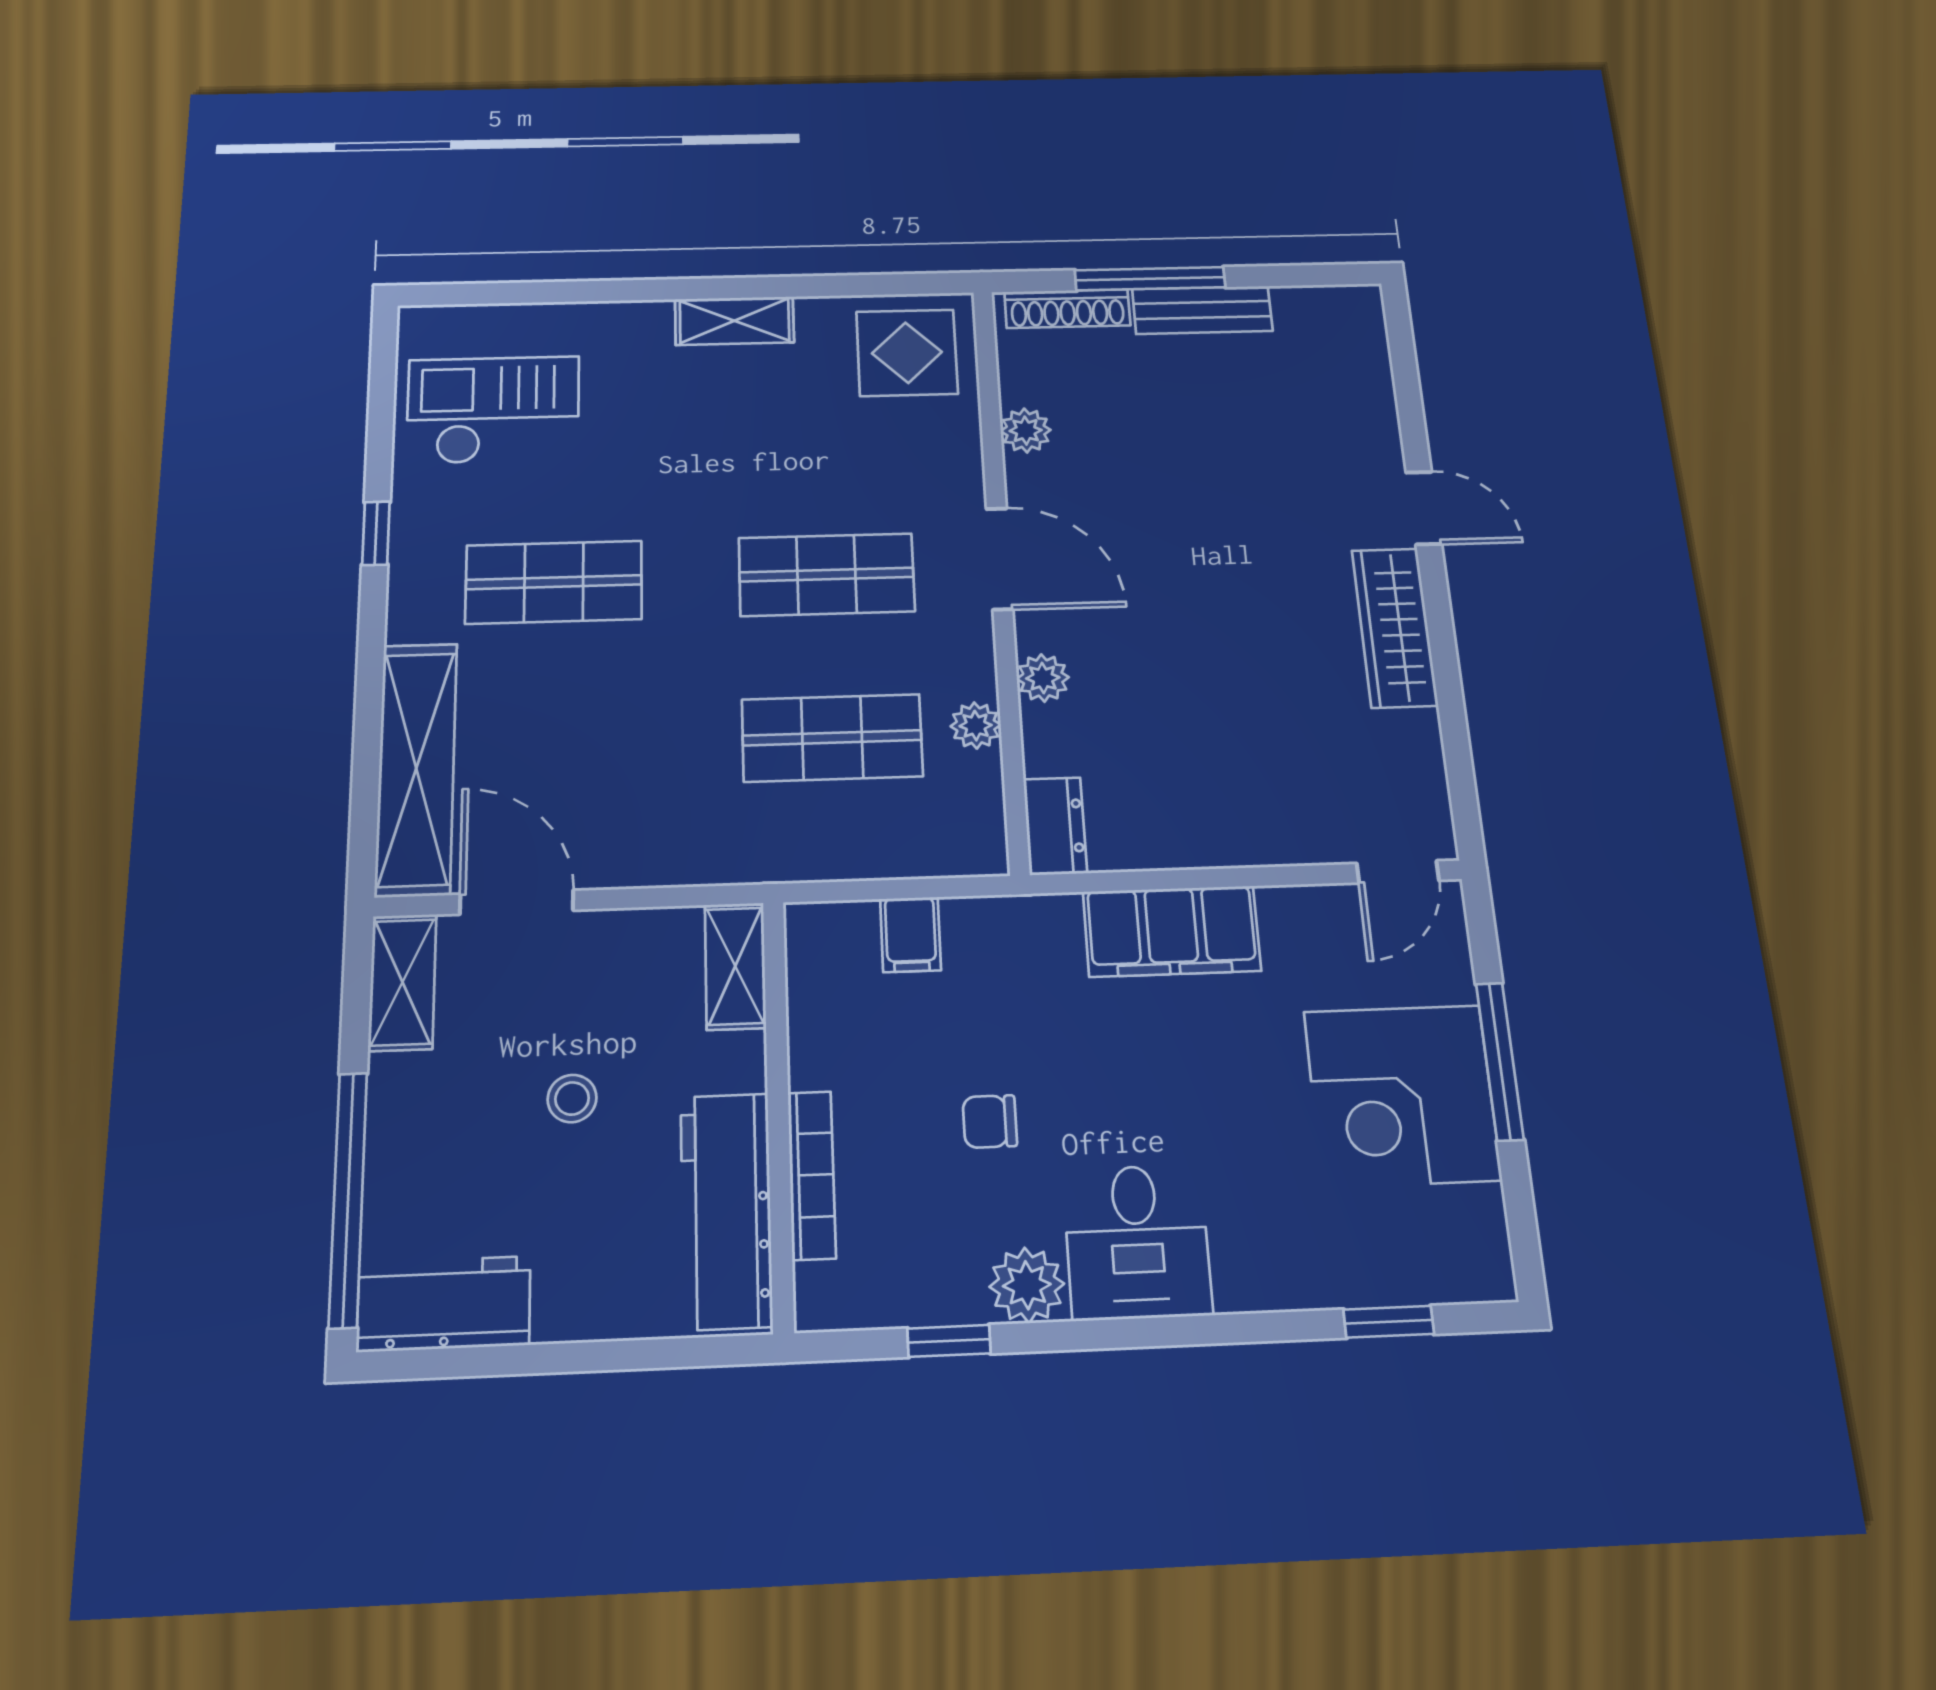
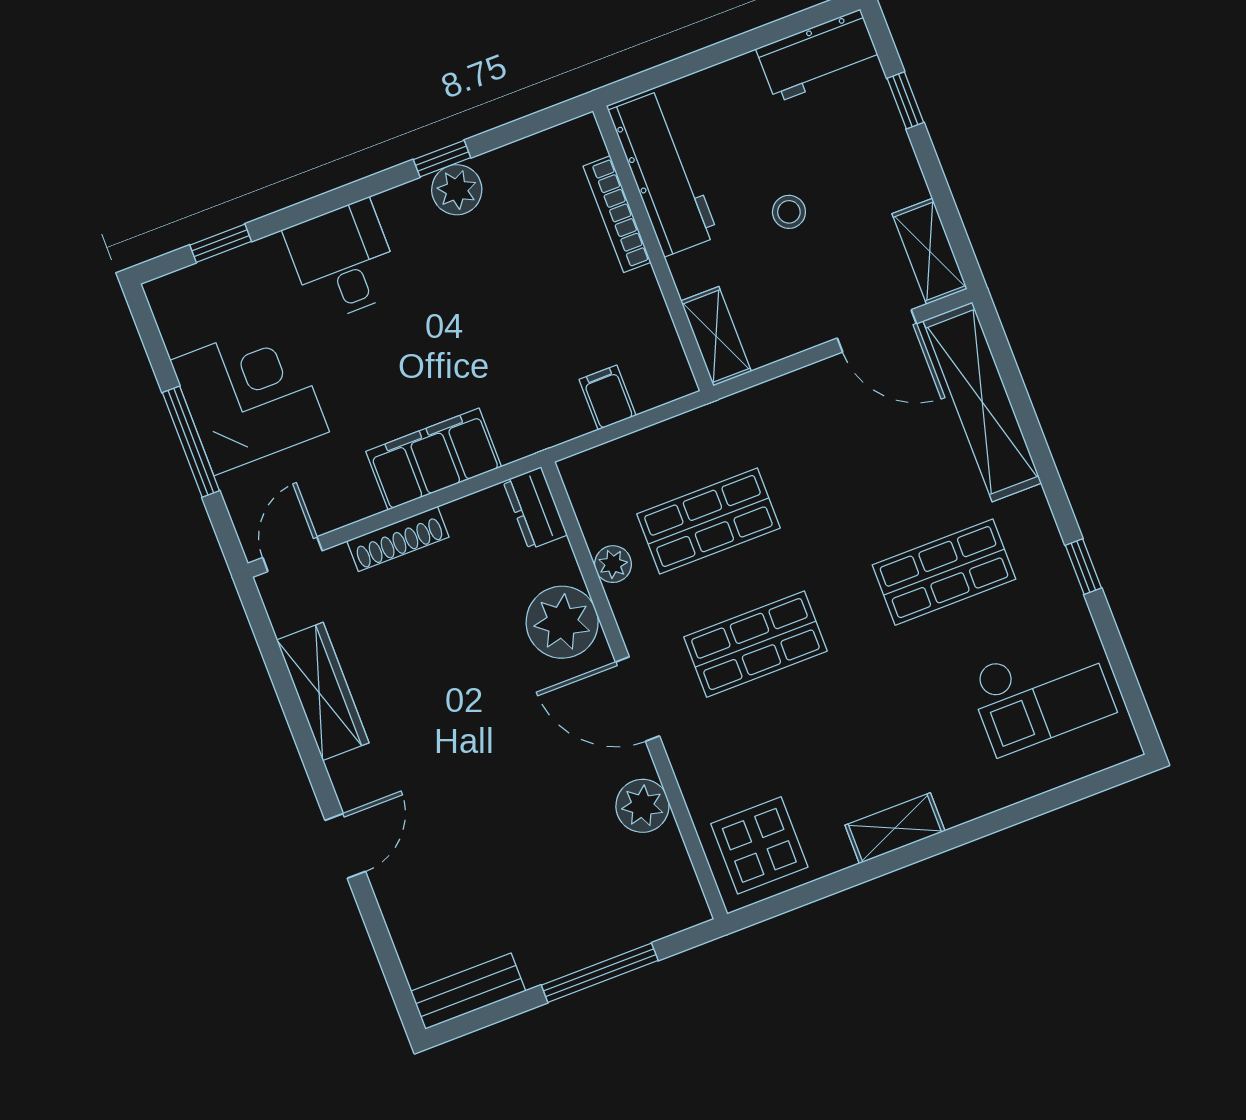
shoe rack: (1067, 309) -> (398, 539), moved, turned 180
bench: (1202, 310) -> (468, 991), moved
plant: (1026, 430) -> (642, 806), width x1.38, depth x1.38
door: (1424, 508) -> (345, 846), swing flipped
wardrobe: (1395, 627) -> (323, 691), moved
plant: (1043, 678) -> (562, 622), width x1.88, depth x1.88
chair: (990, 1122) -> (514, 288), removed
window: (348, 1199) -> (905, 100), width x0.32
desk: (1137, 1242) -> (343, 261), moved
window: (949, 1341) -> (442, 159), moved

